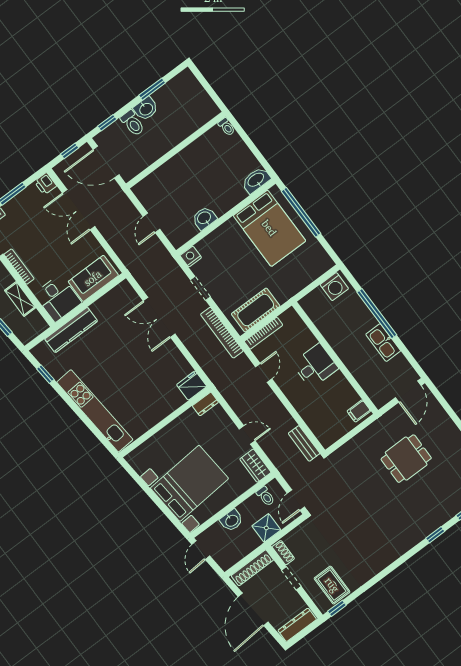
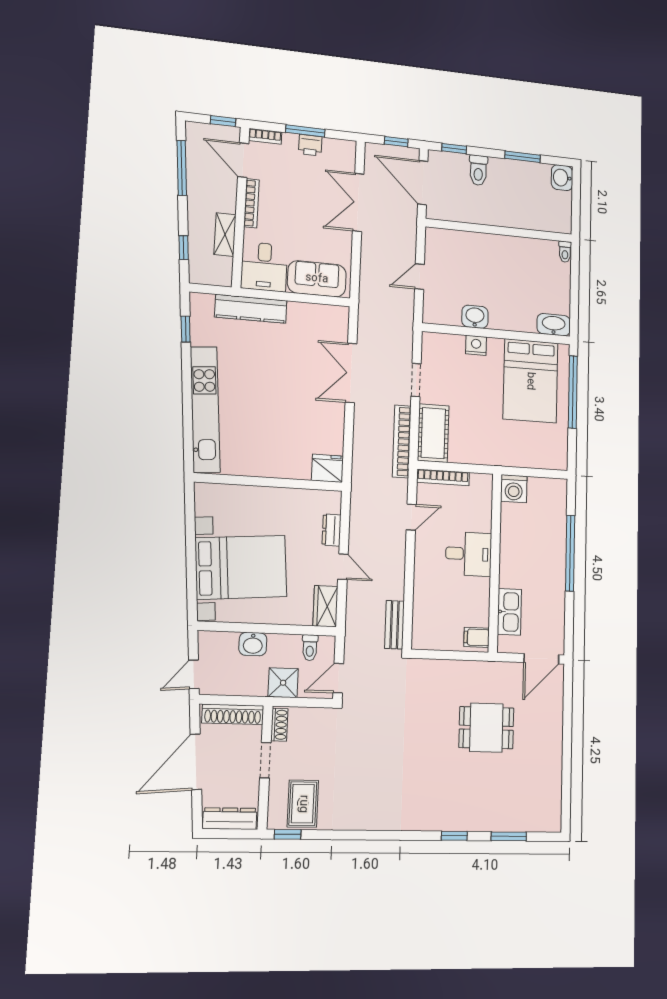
washbasin: (146, 109) -> (562, 178), moved, turned 90
printer: (45, 184) -> (310, 145), moved, turned -90
nightstand: (191, 257) -> (476, 345), moved
washing machine: (334, 287) -> (514, 489), moved
cot: (256, 310) -> (433, 433), moved, turned 90
kitchen sink: (383, 343) -> (509, 612), moved, turned 180
dresser: (205, 404) -> (332, 530), moved, turned 90
door: (201, 550) -> (194, 674), moved

